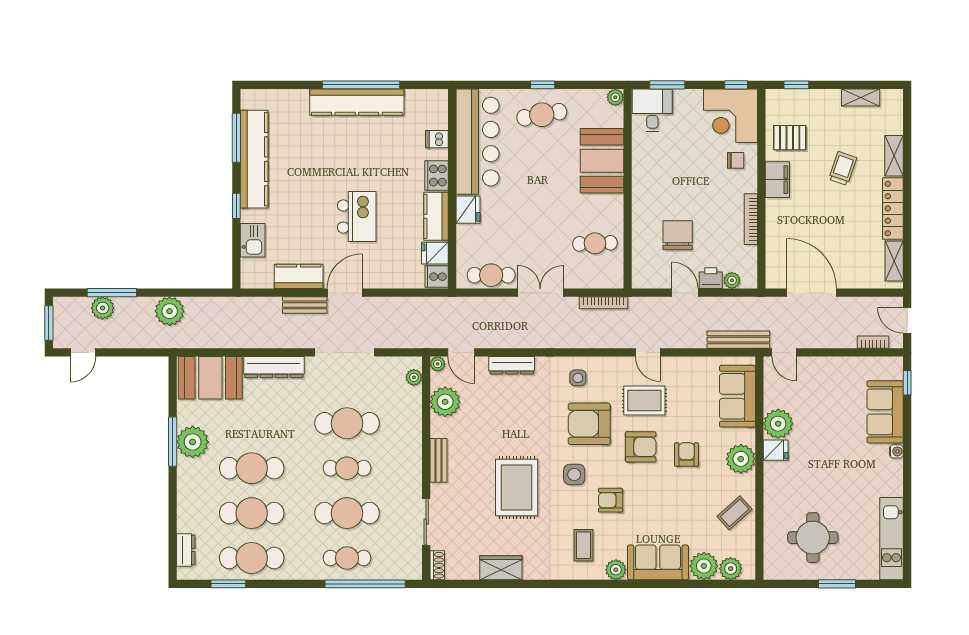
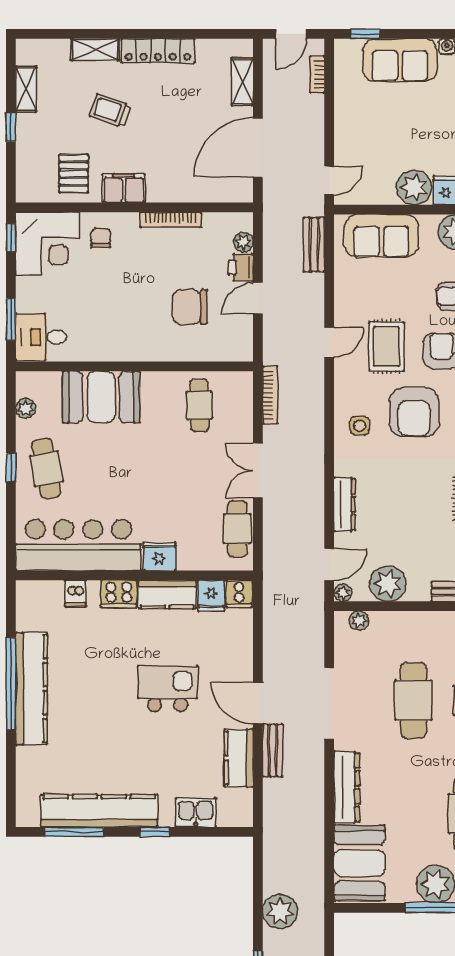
window: (796, 85) -> (11, 127), moved
plant: (615, 97) -> (26, 408), moved
shelving: (894, 261) -> (242, 82), moved, turned 90
bench: (738, 340) -> (314, 245), width x0.73

